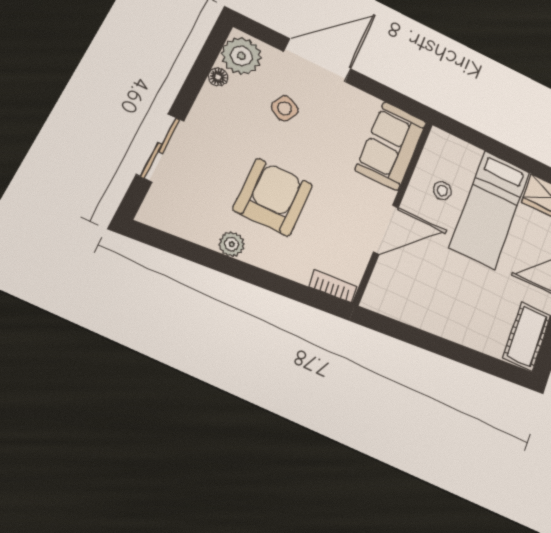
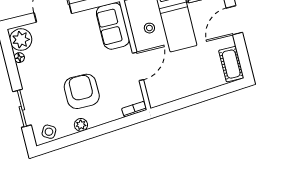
side table: (285, 108) -> (49, 132), moved

